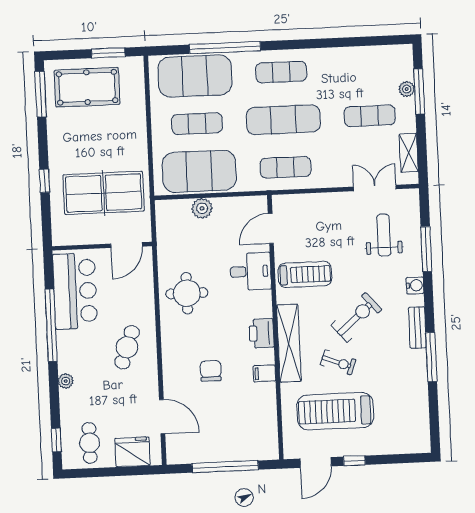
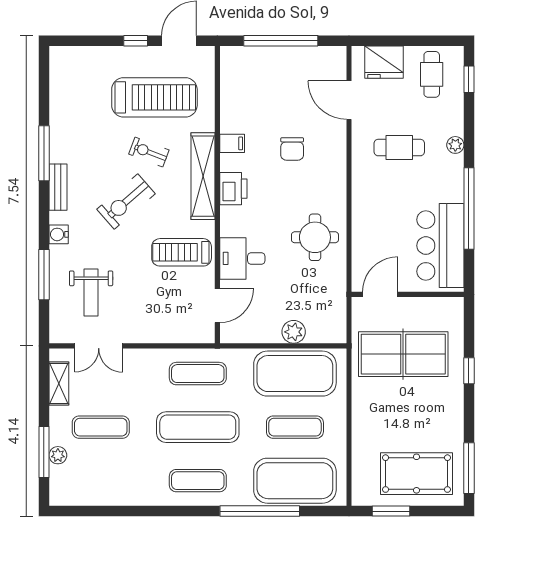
cafe table: (127, 347) -> (399, 148), moved, turned 70

